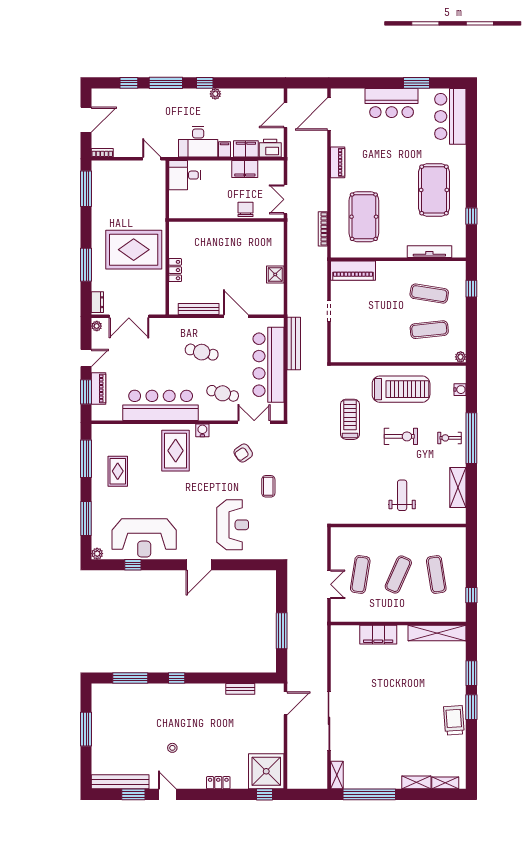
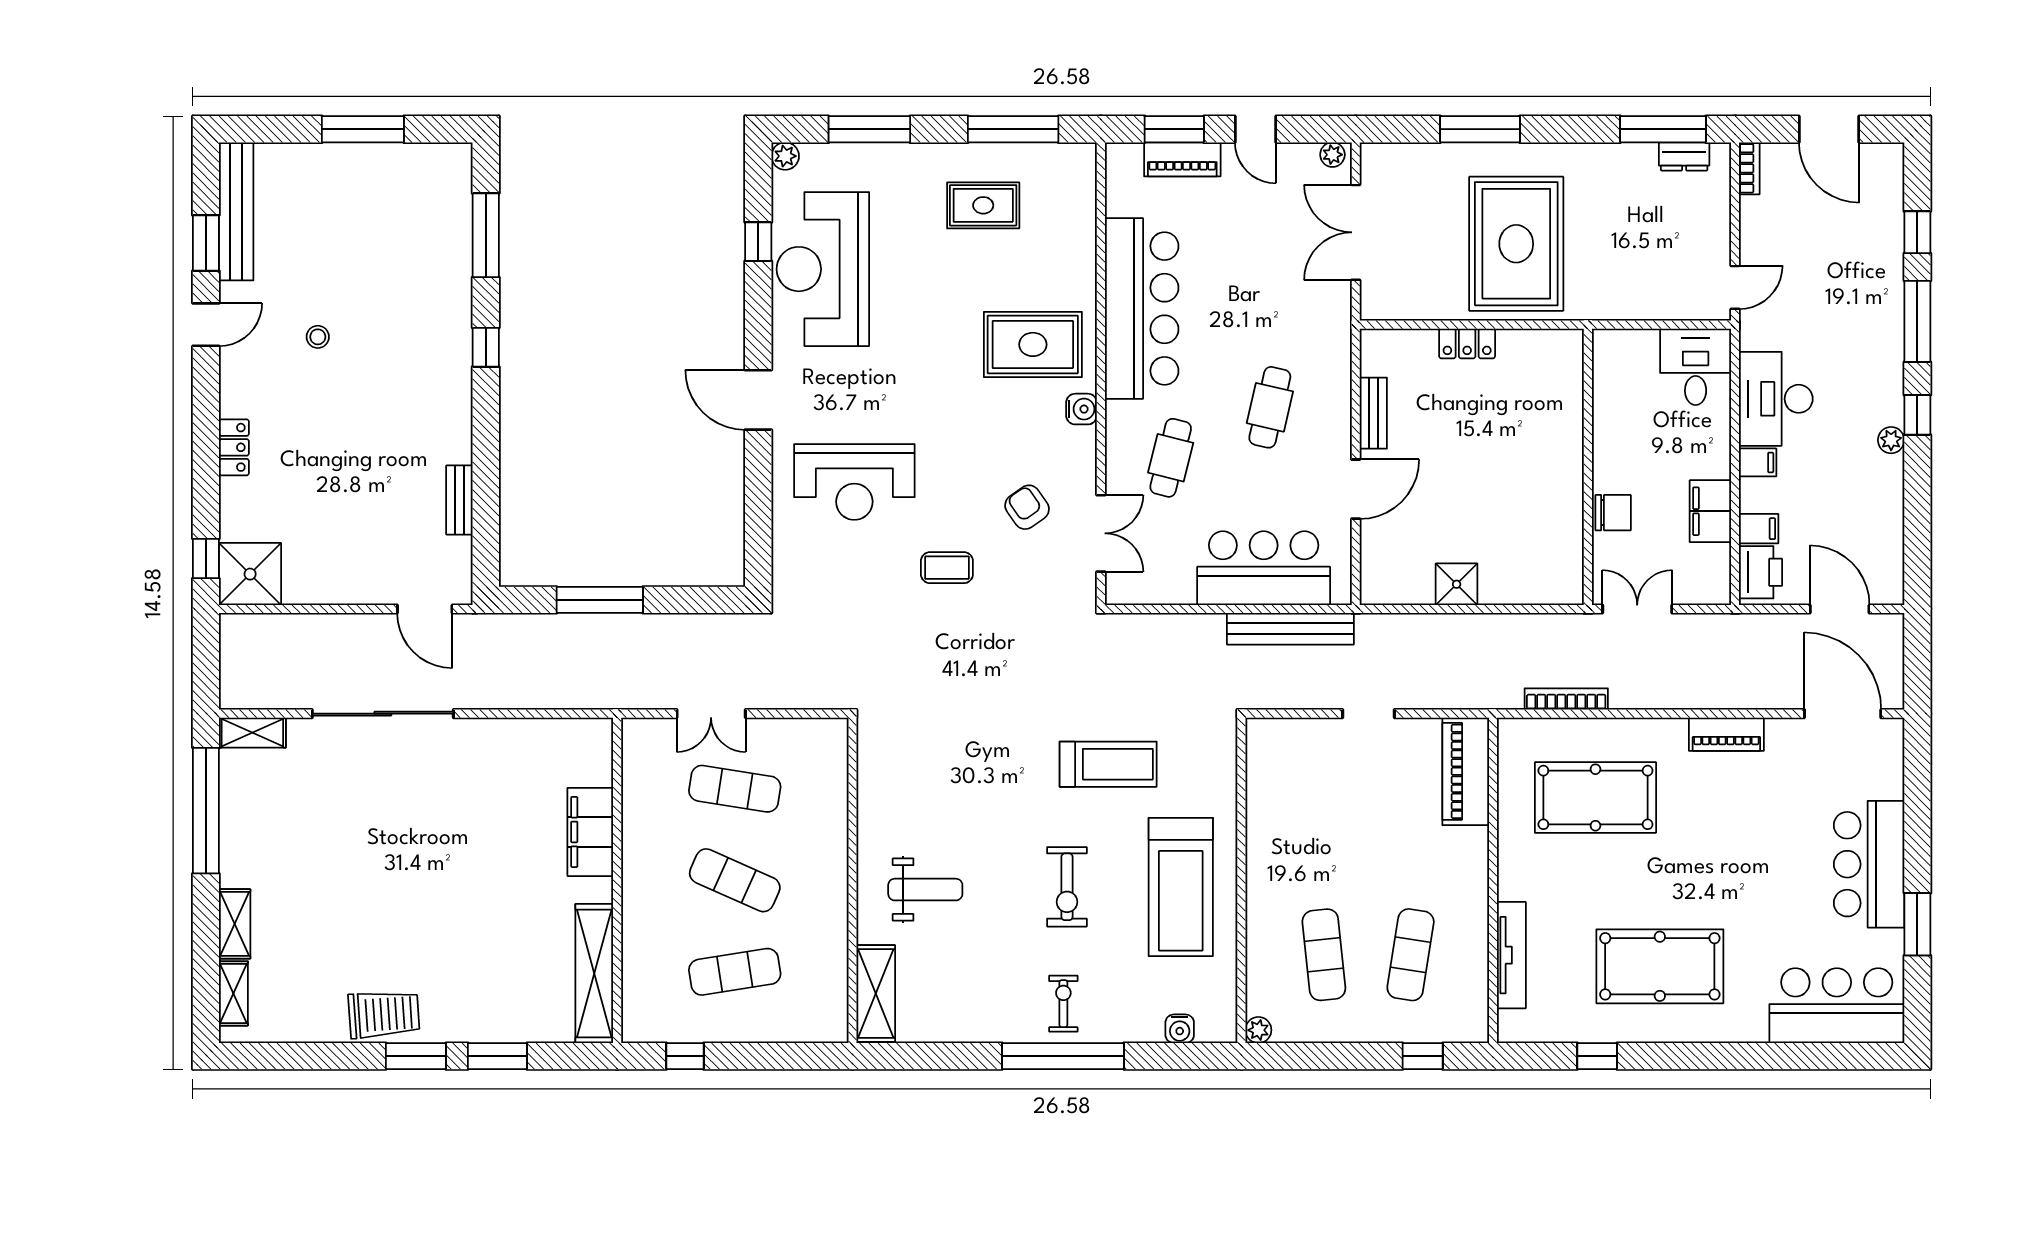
filing cabinet: (246, 149) -> (1759, 529), width x0.50
dresser: (97, 302) -> (1684, 156), moved
bench: (199, 309) -> (1373, 413), width x0.73
bar counter: (269, 365) -> (1264, 568), width x0.73
shelving: (458, 487) -> (876, 994), moved, turned 90
shower: (266, 771) -> (250, 574), width x0.73, depth x0.73

